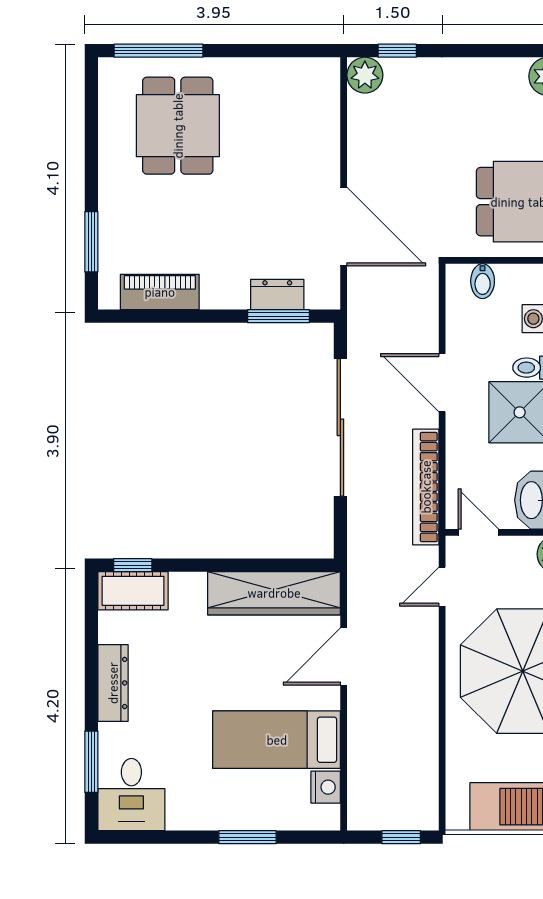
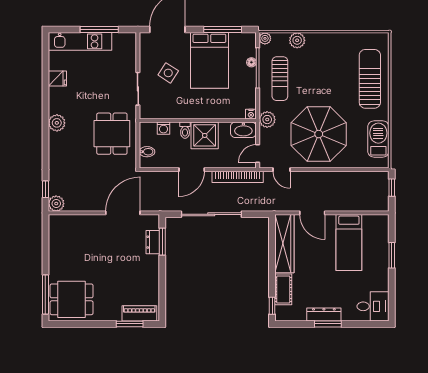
dining table: (178, 126) -> (72, 299), moved
piano: (160, 292) -> (139, 313), moved, turned 90
cot: (133, 591) -> (283, 289), moved
window: (91, 762) -> (328, 324), moved
nightstand: (326, 787) -> (370, 221), removed

